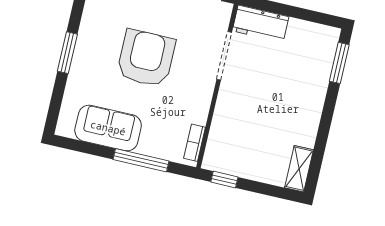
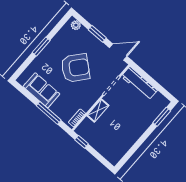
workbench: (260, 24) -> (139, 83), width x1.38
armchair: (146, 58) -> (75, 68), turned 40
shelving: (299, 169) -> (98, 111), moved

